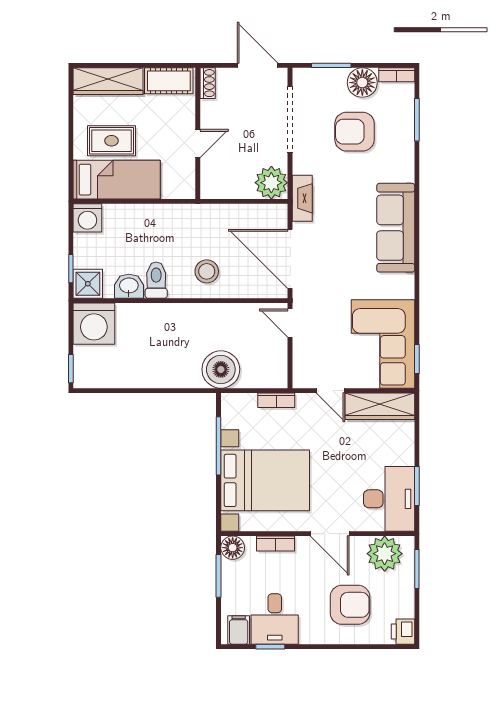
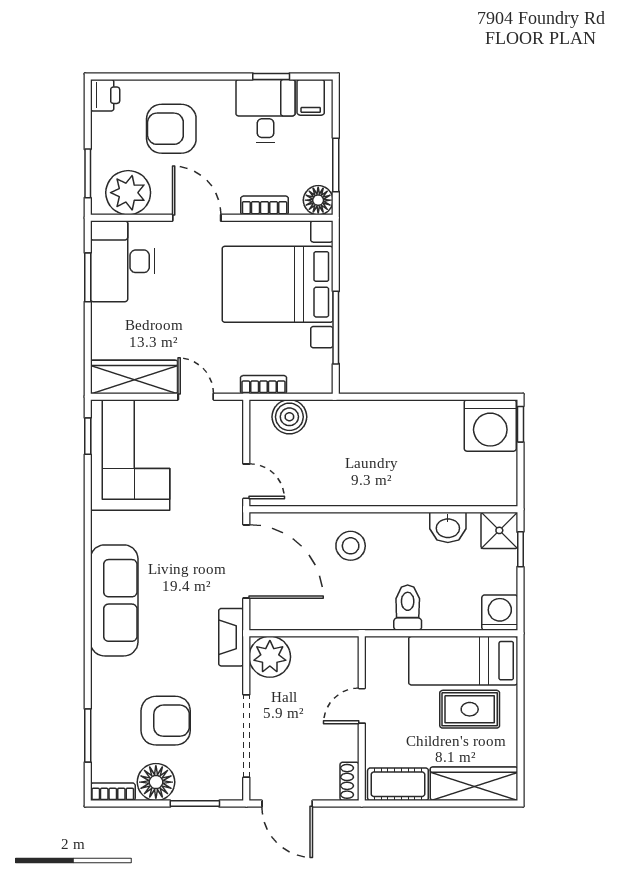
toilet: (156, 280) -> (408, 608), moved, turned 180
washing machine: (94, 324) -> (490, 425), moved, turned 180
boiler: (221, 369) -> (289, 417), moved, width x0.73, depth x0.73

